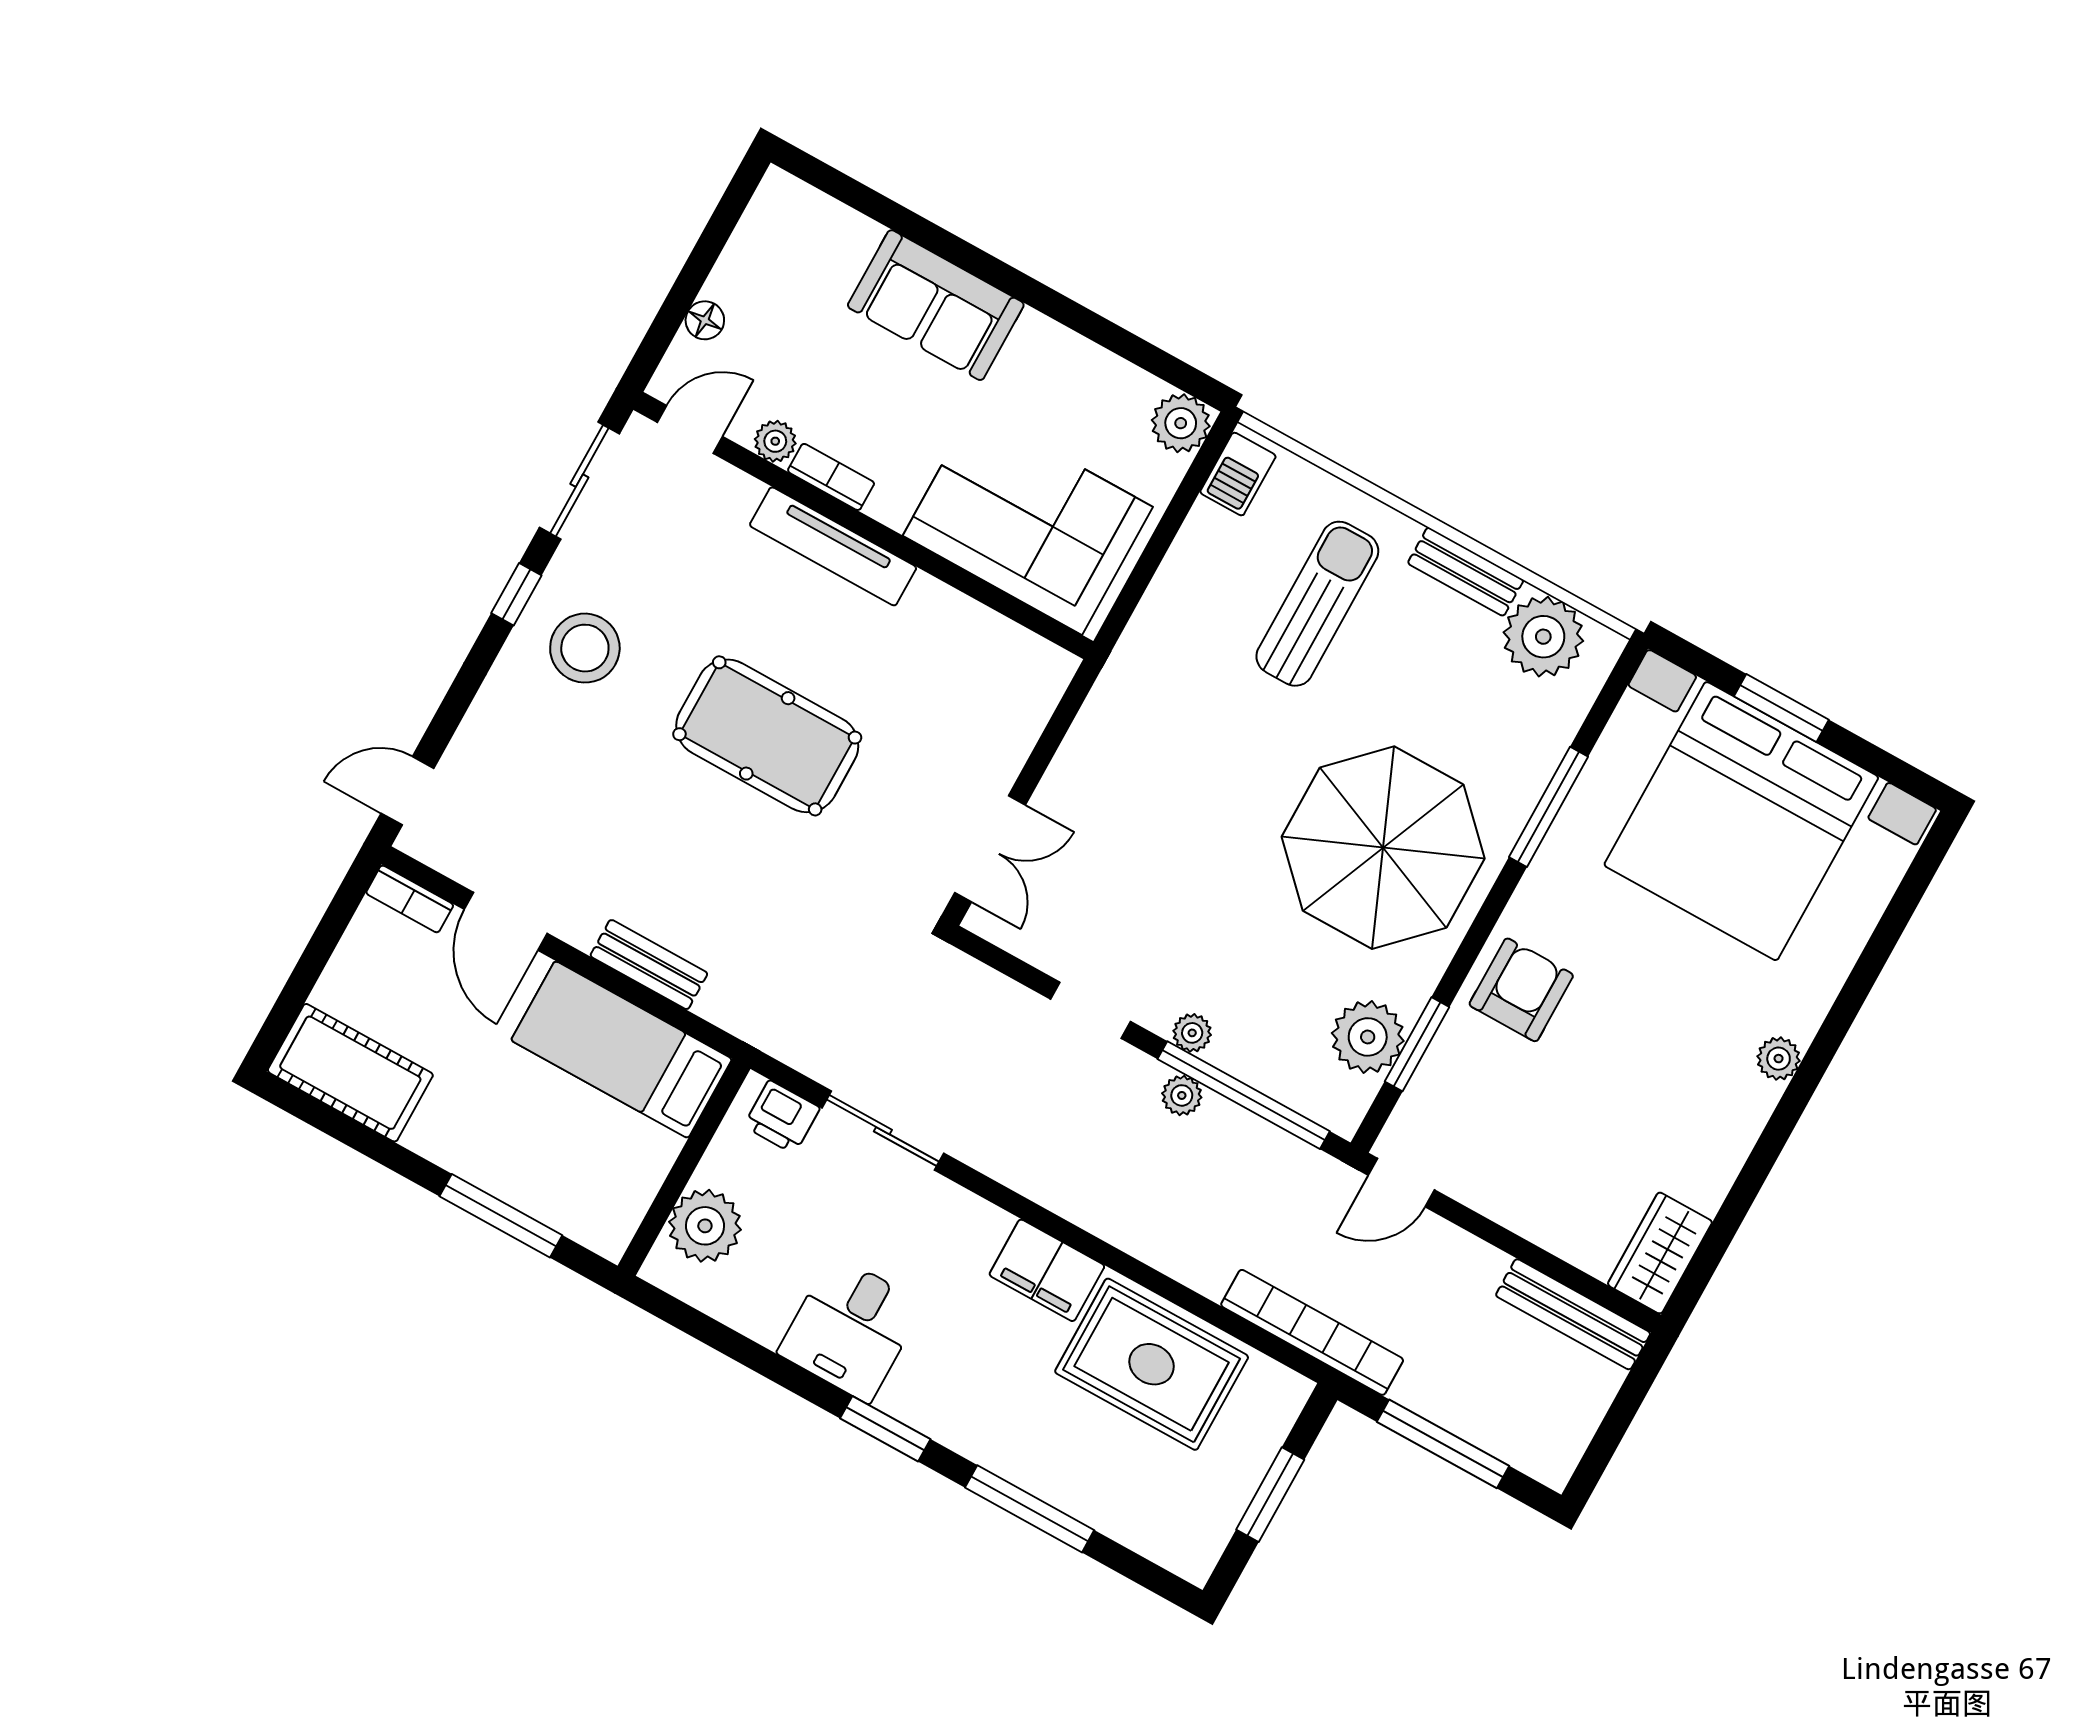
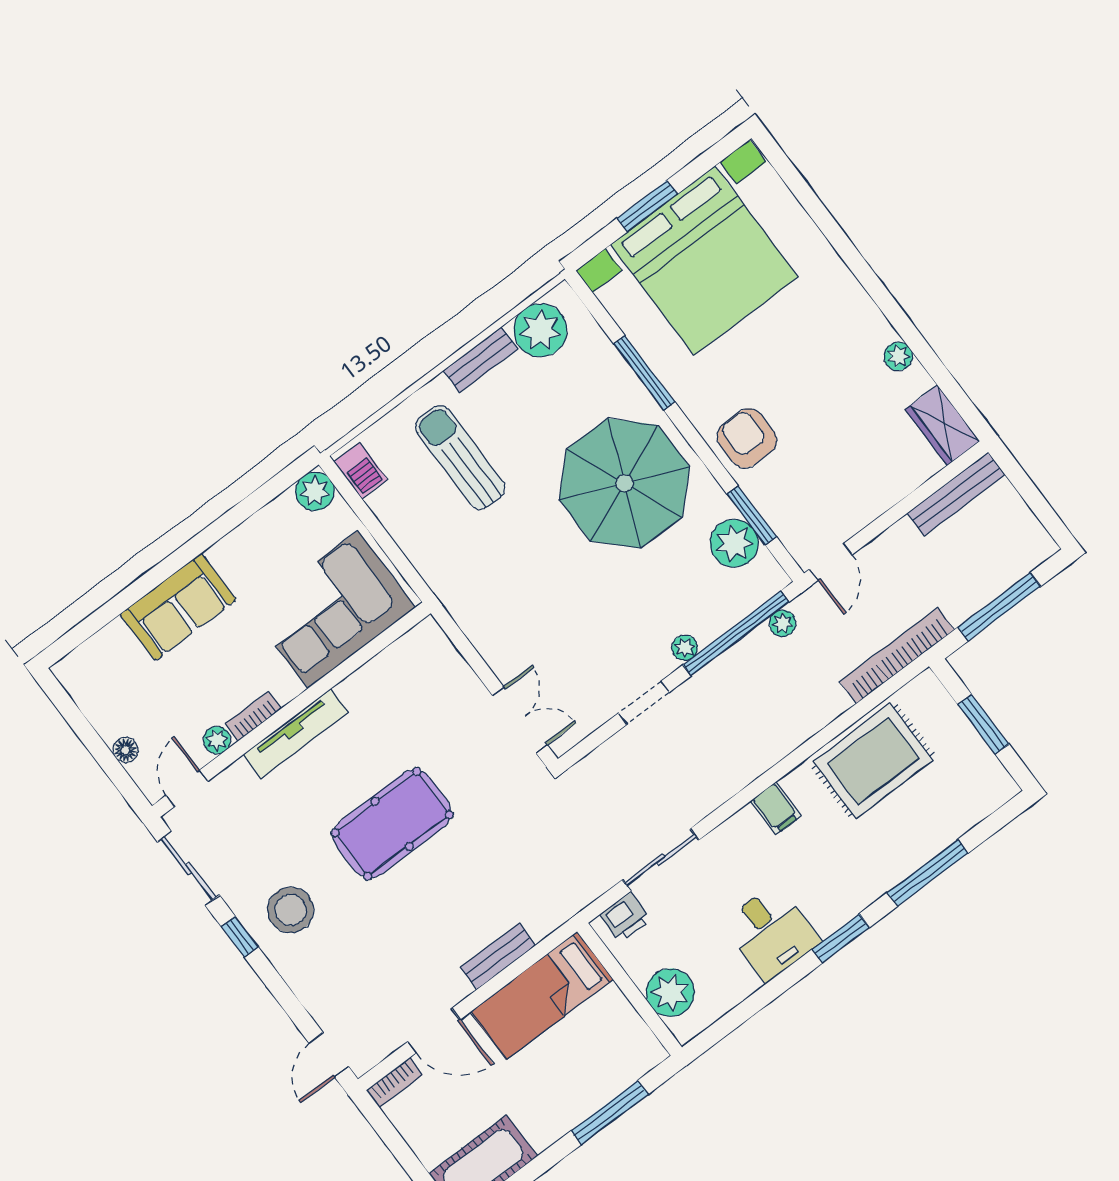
plant: (1779, 1059) -> (898, 356), moved
plant: (1182, 1095) -> (783, 623), moved
filing cabinet: (1047, 1270) -> (776, 808), width x0.50

